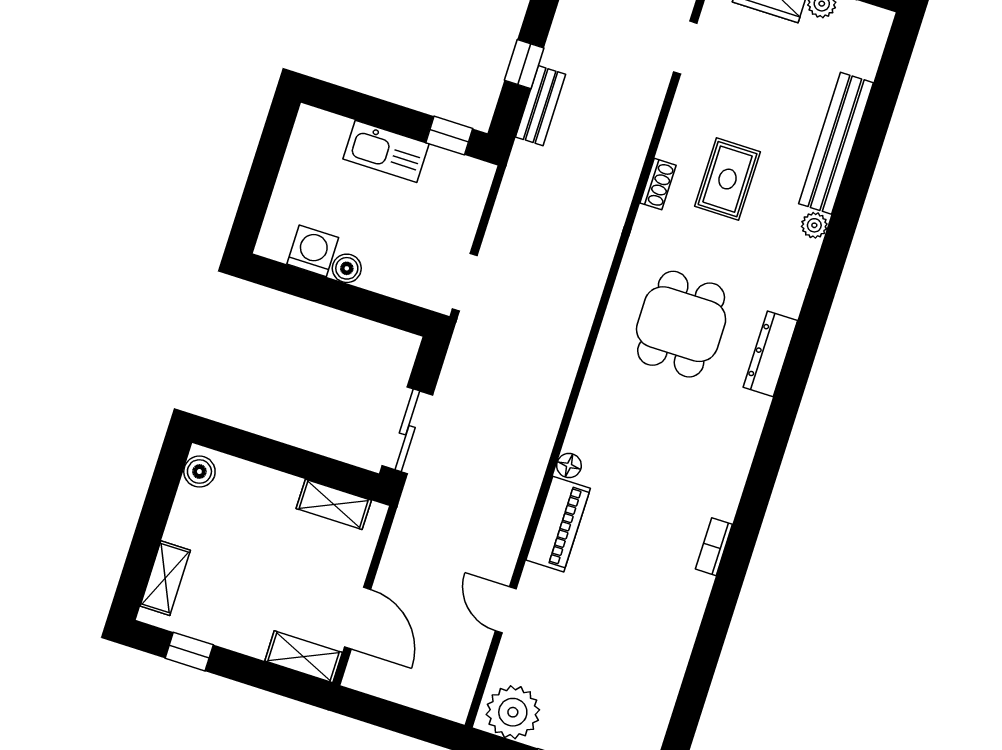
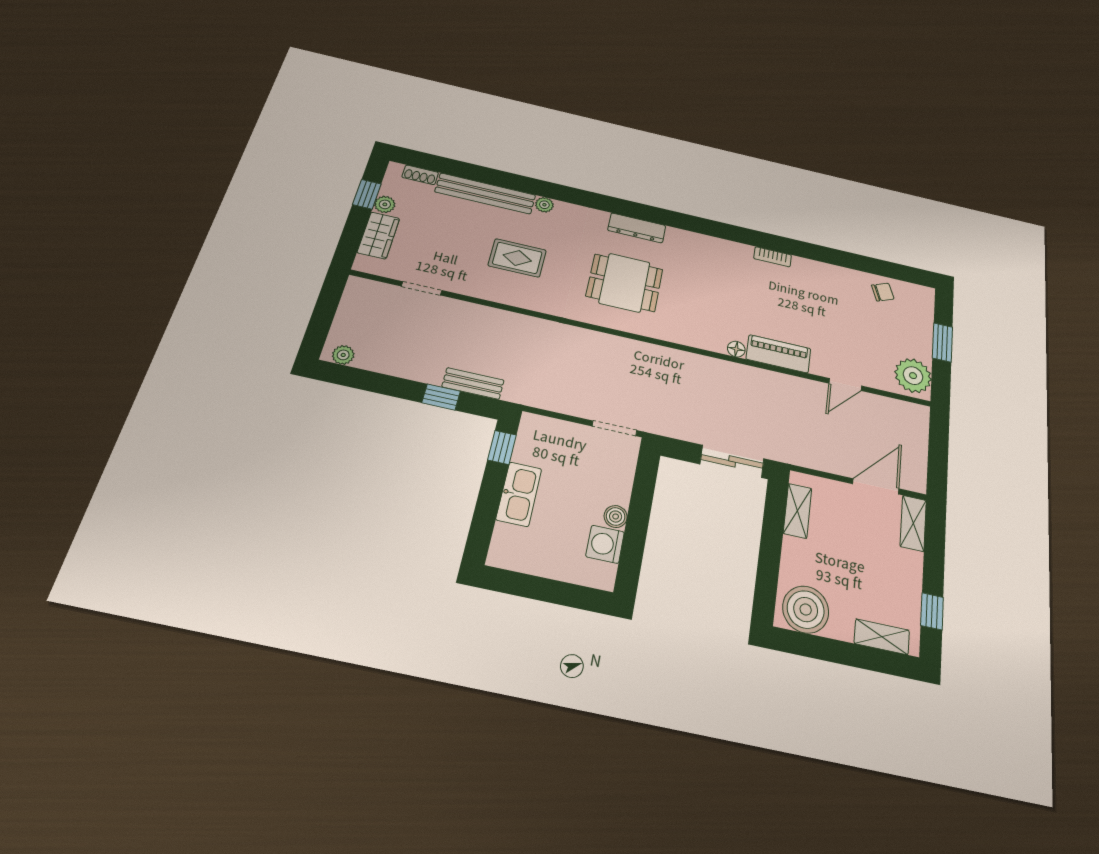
shoe rack: (658, 184) -> (420, 175), moved, turned 180
boiler: (199, 472) -> (806, 610), width x1.86, depth x1.86
chair: (648, 701) -> (883, 292), added

